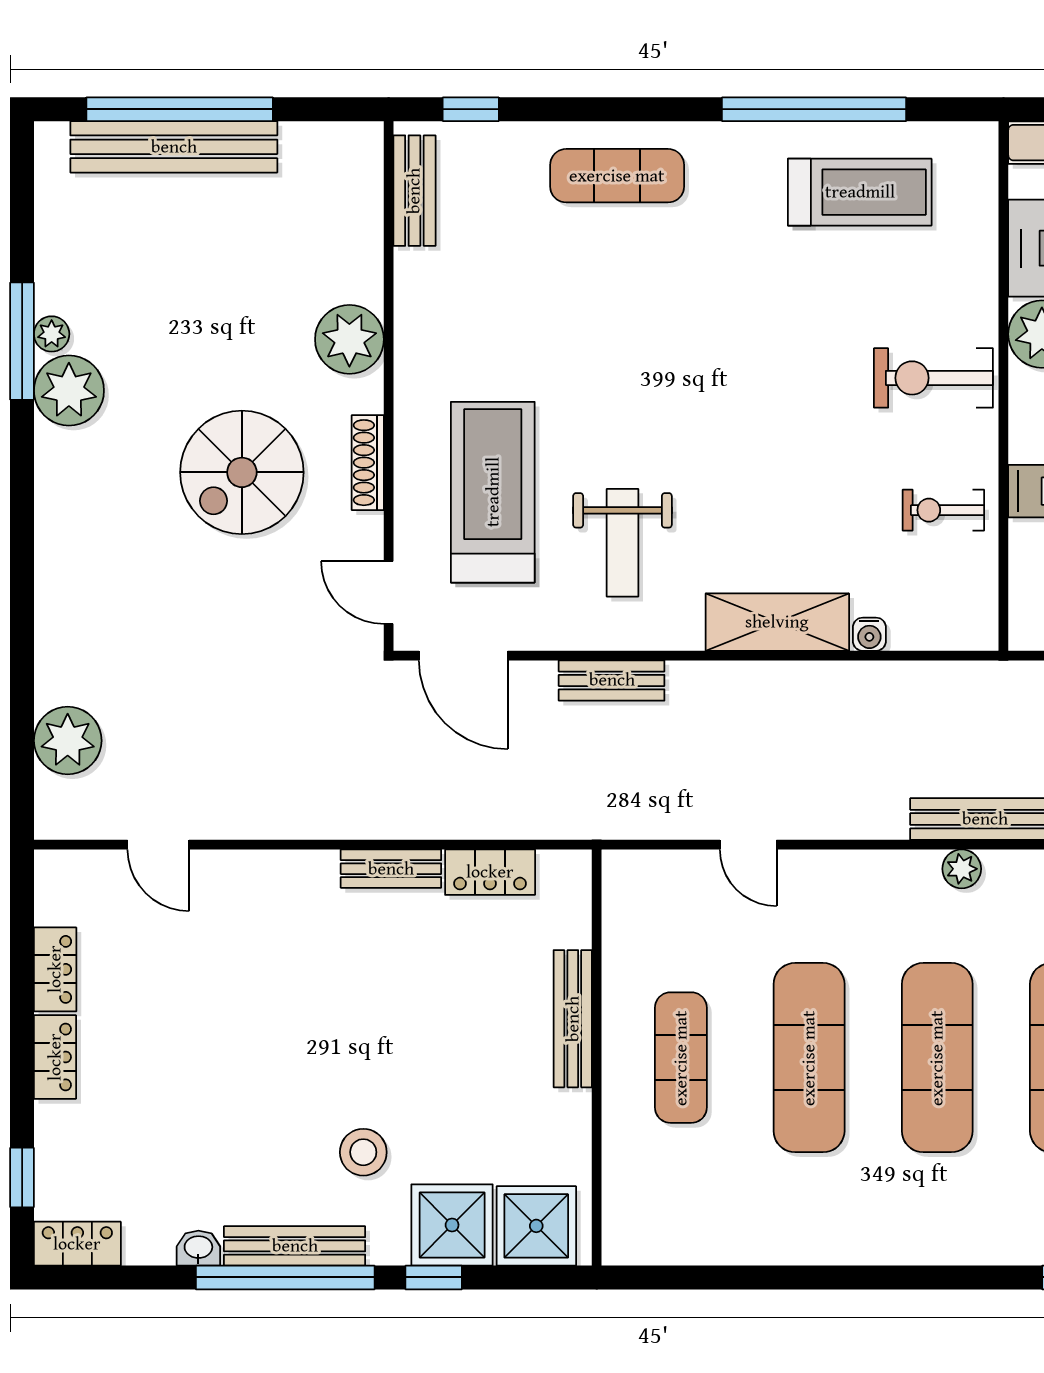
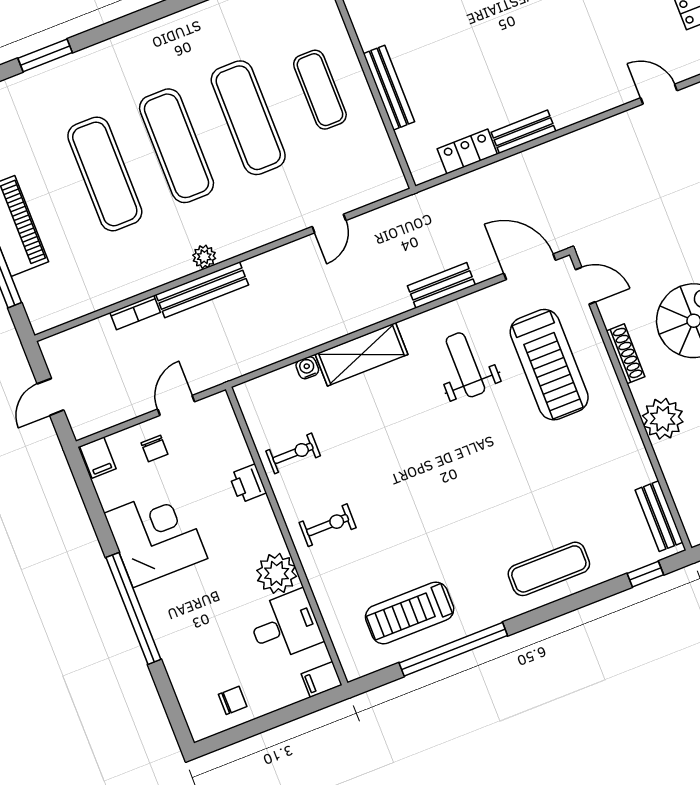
exercise bike: (933, 378) -> (328, 525), width x0.73, depth x0.72
door: (748, 845) -> (329, 223), swing flipped

